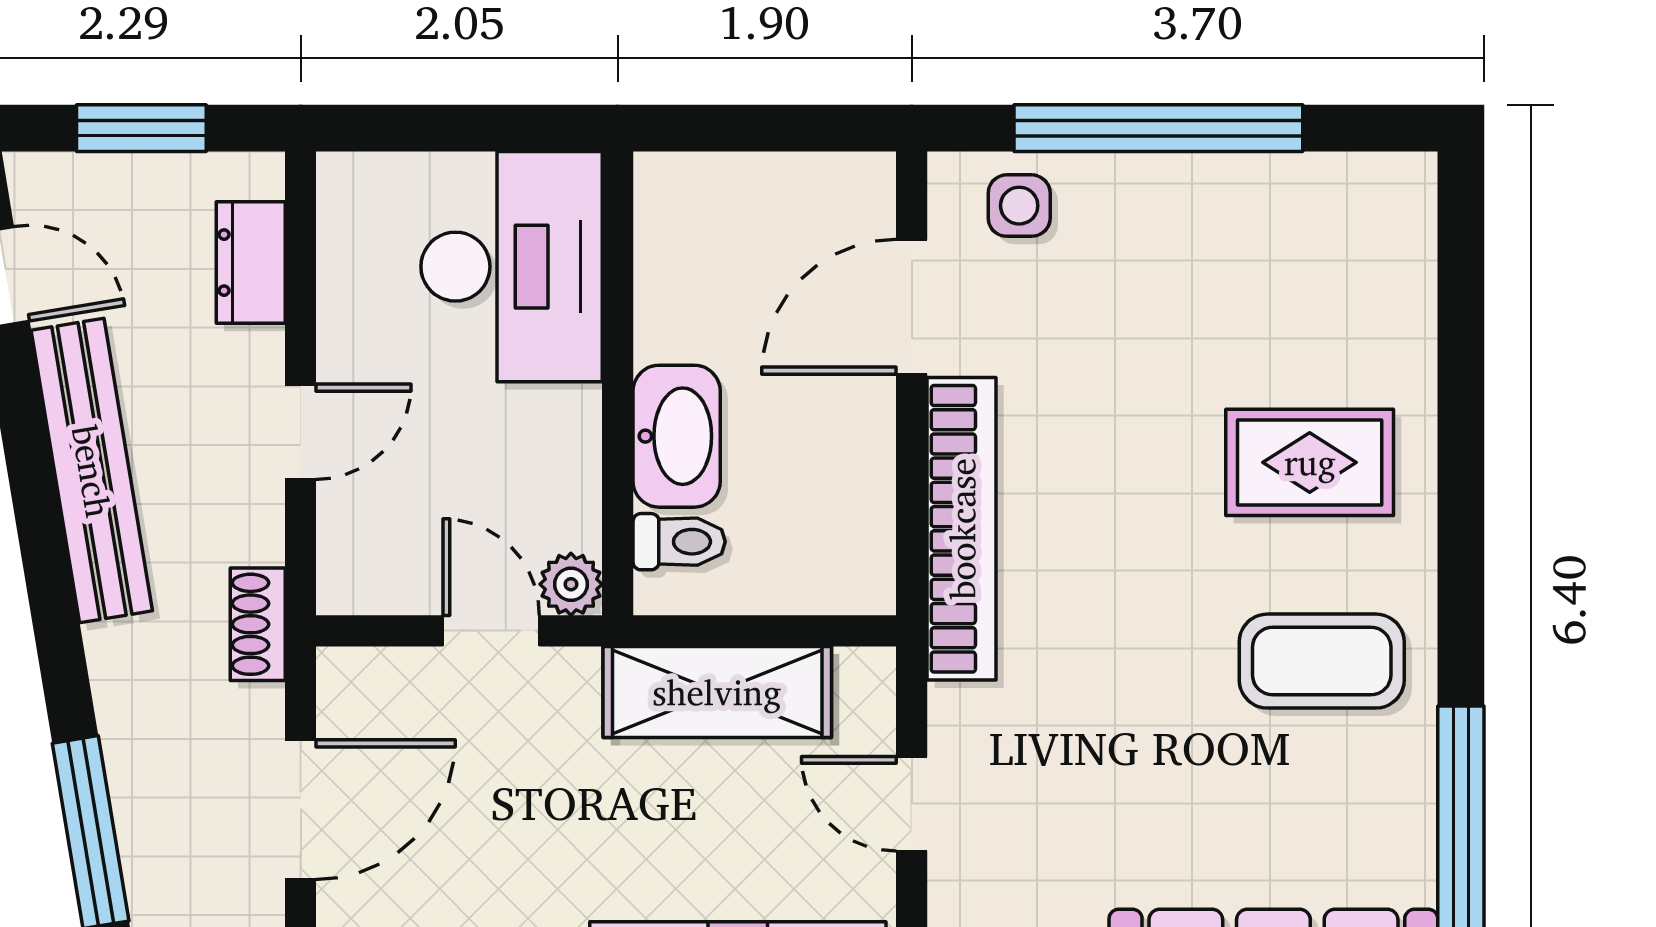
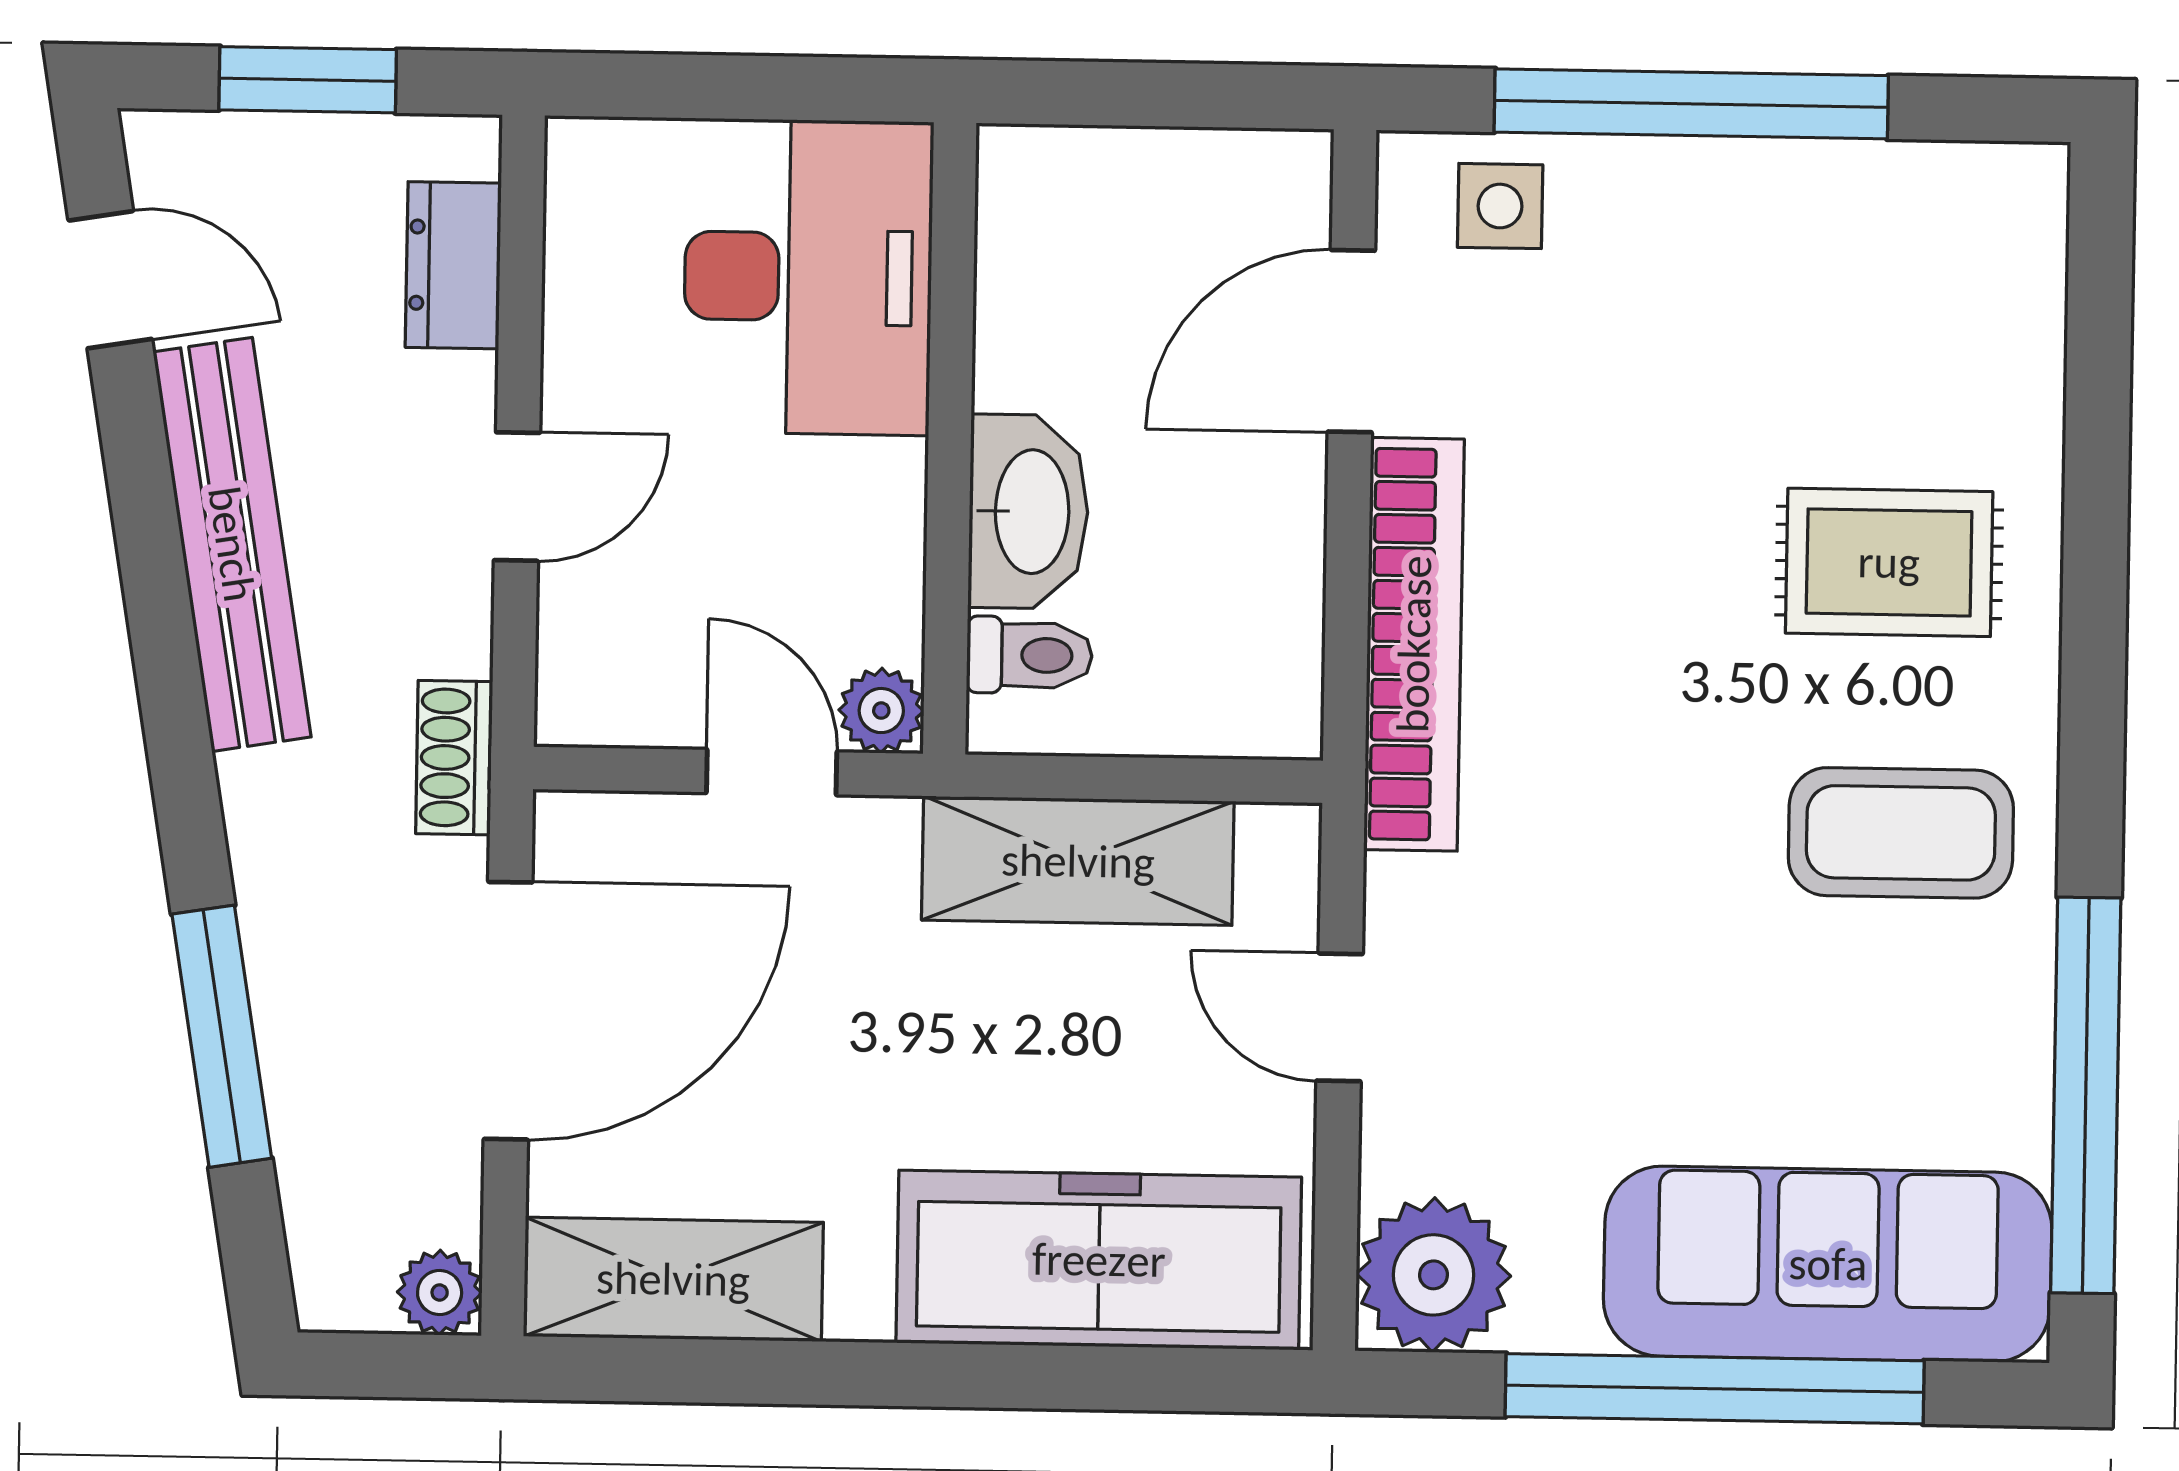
door: (301, 810) -> (508, 1011), width x1.36

